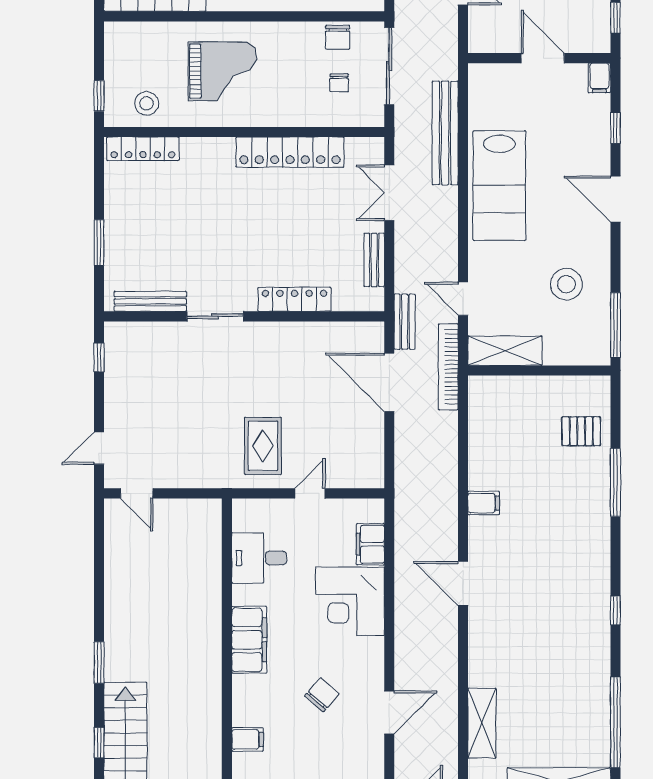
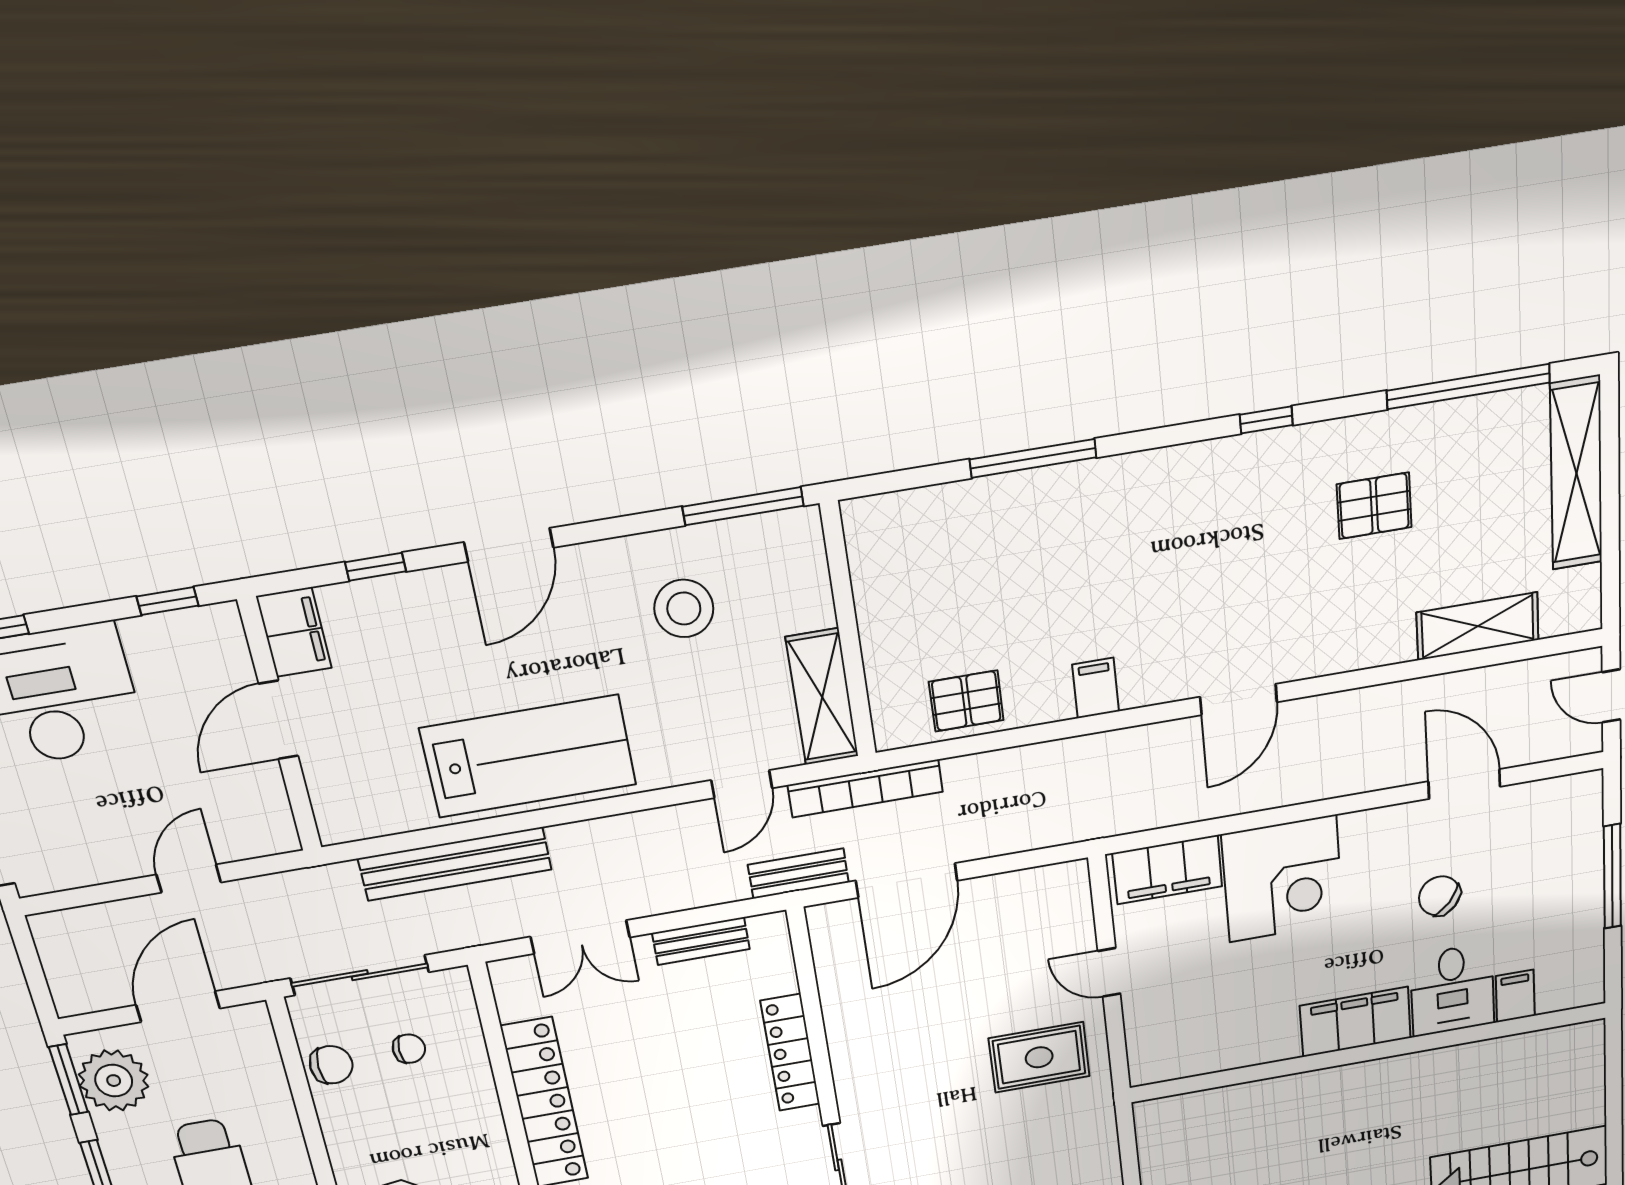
filing cabinet: (599, 78) -> (294, 632), width x2.00
pallet: (581, 431) -> (966, 701), moved, turned 90
filing cabinet: (370, 544) -> (1167, 870), width x1.50, depth x1.17
desk: (259, 558) -> (1452, 990), moved
pallet: (560, 667) -> (1374, 506), added

